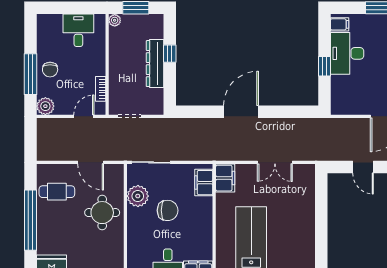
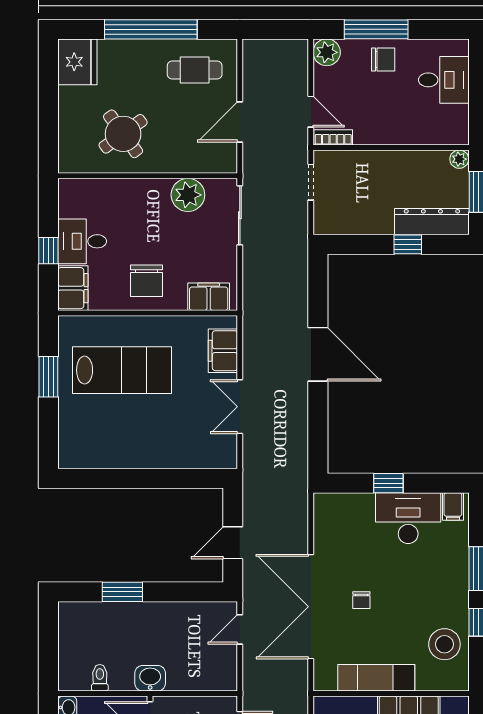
desk: (78, 30) -> (444, 80), moved
dresser: (155, 64) -> (432, 222), moved
chair: (50, 70) -> (383, 59), turned 180
bookcase: (101, 89) -> (333, 137), moved
filing cabinet: (225, 178) -> (223, 351), moved, turned 90
cafe table: (57, 192) -> (195, 70), turned 90
chair: (168, 210) -> (146, 281), moved
round table: (102, 213) -> (123, 134), moved, turned -36

